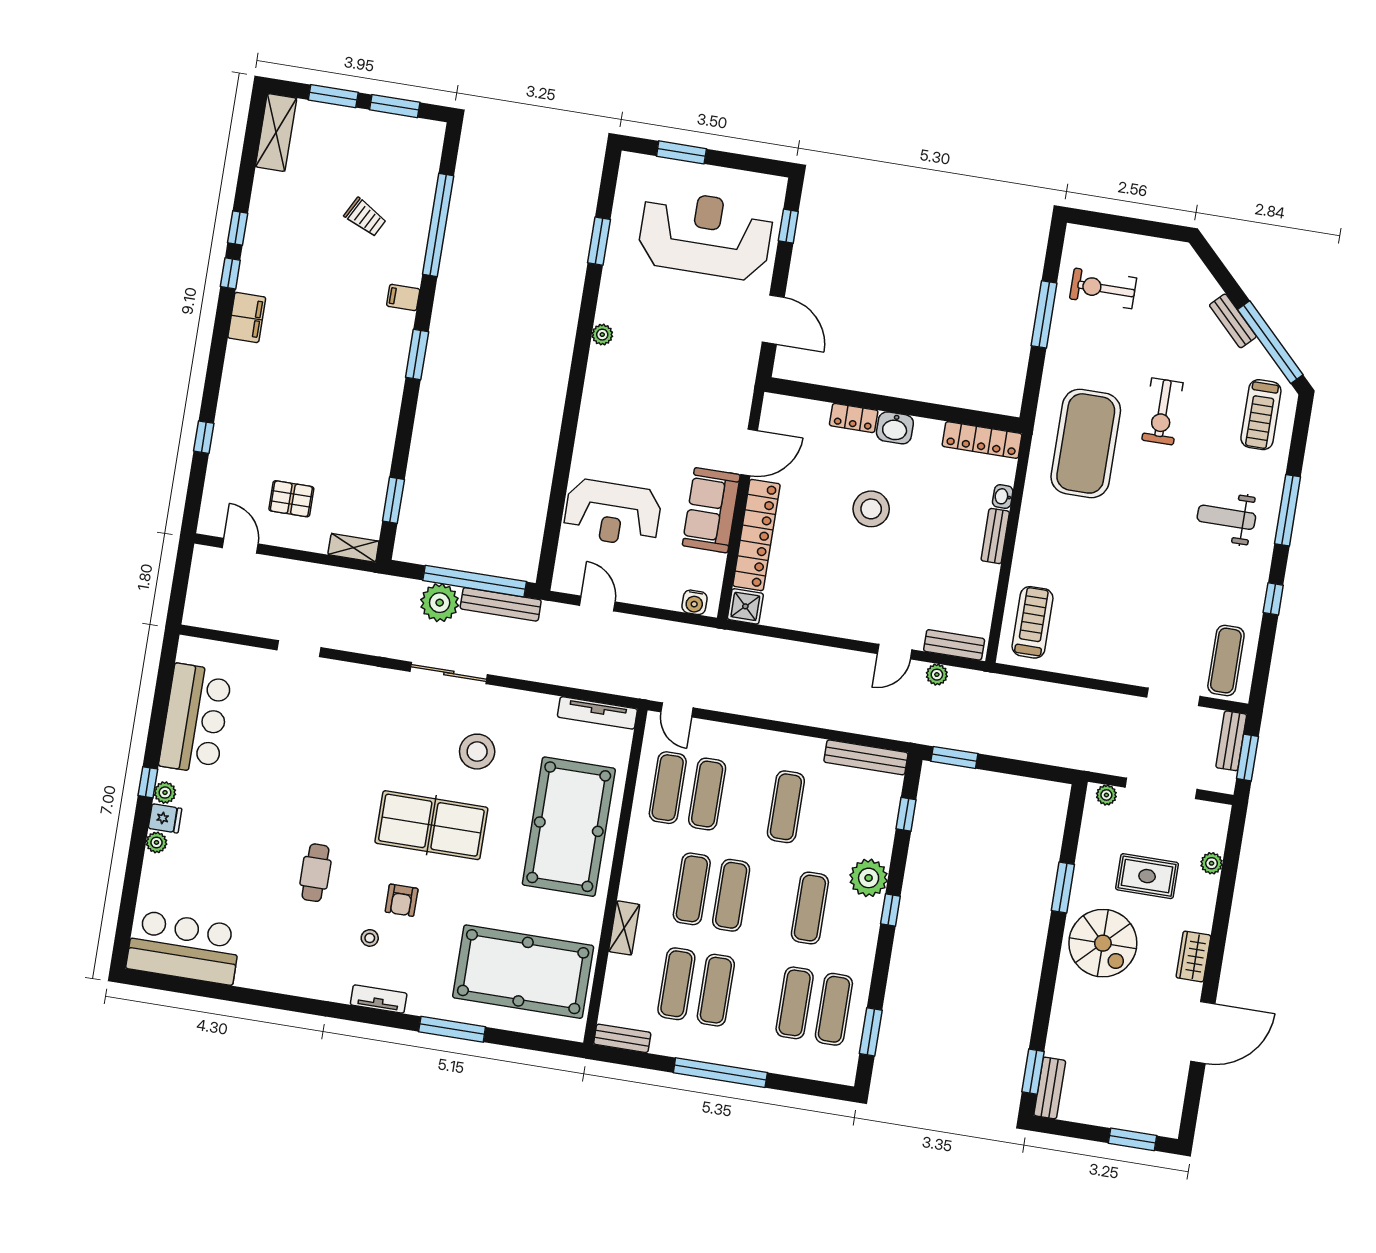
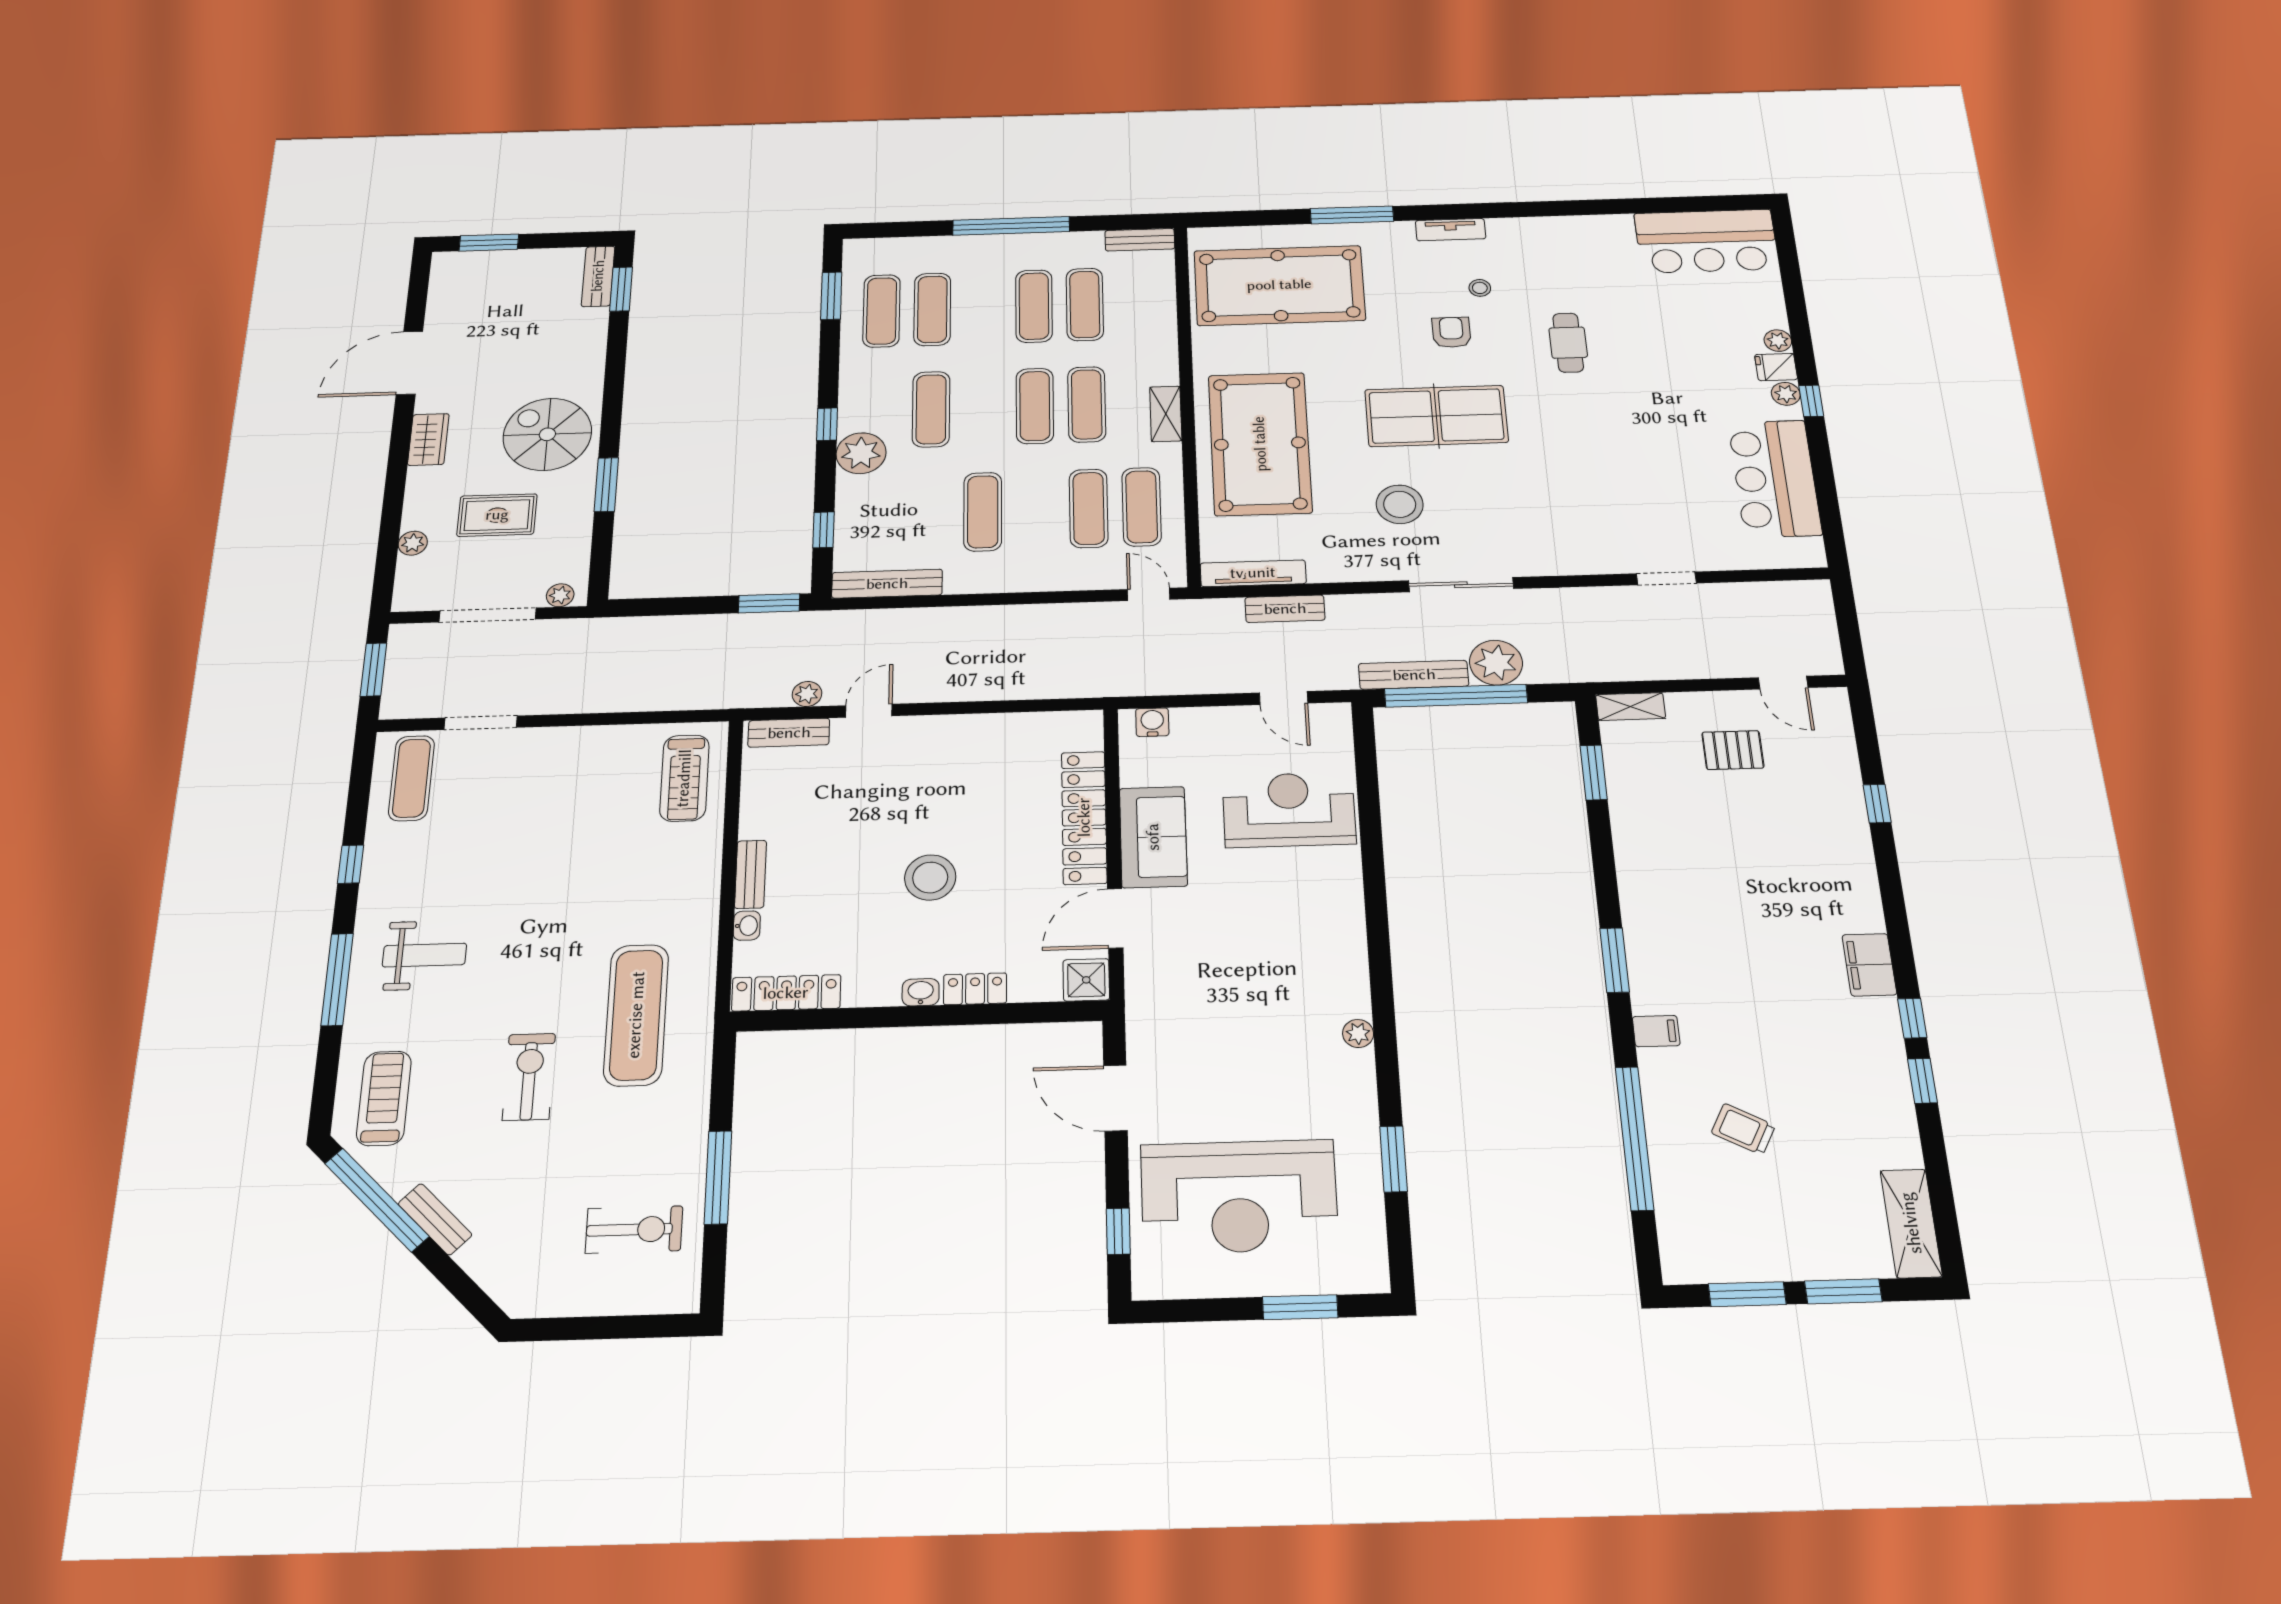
washbasin: (895, 428) -> (921, 992), width x0.72, depth x0.69
exercise mat: (1086, 443) -> (636, 1015), width x0.68
shower: (745, 606) -> (1086, 980), moved
bench: (1231, 741) -> (1285, 609), moved, turned 90
shelving: (624, 928) -> (1166, 414), moved

